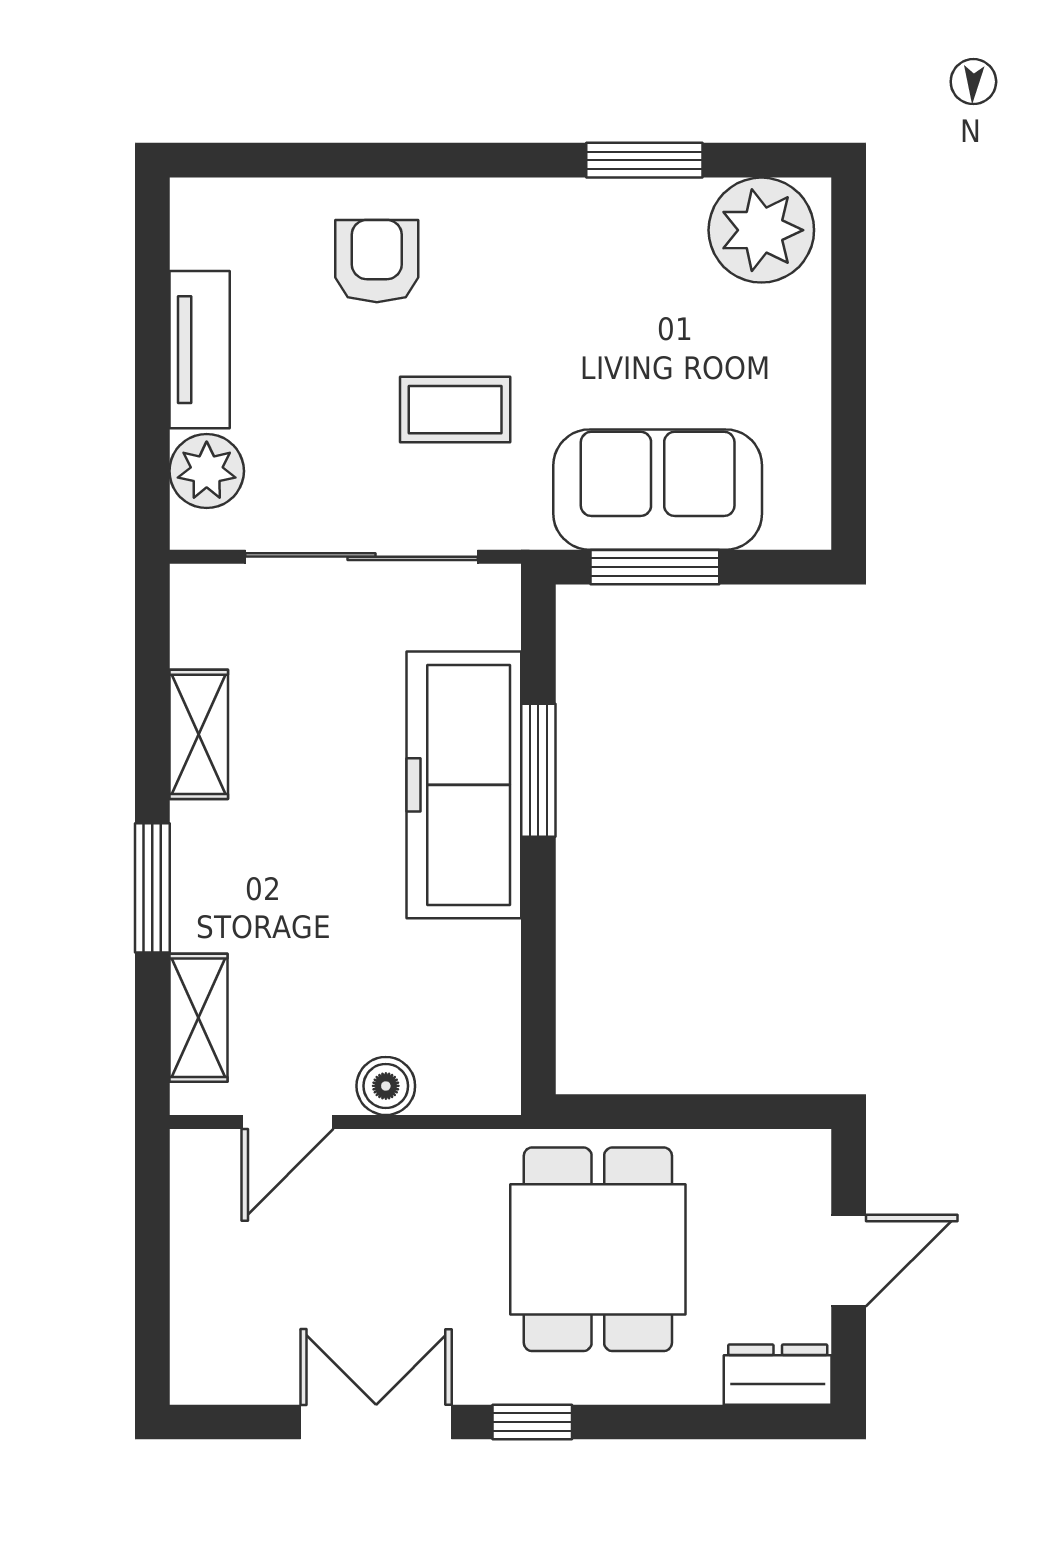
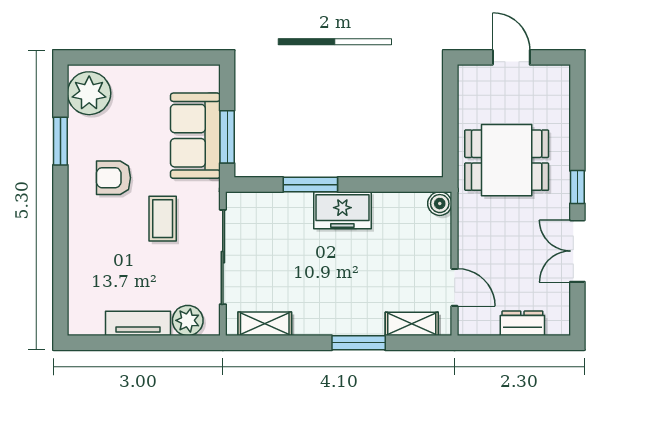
armchair: (377, 261) -> (113, 178), moved
shelving: (199, 734) -> (265, 324), moved
freezer: (464, 785) -> (342, 210), width x0.52, depth x0.79
boiler: (386, 1086) -> (440, 204), moved
dresser: (778, 1375) -> (522, 323), moved, turned 90

